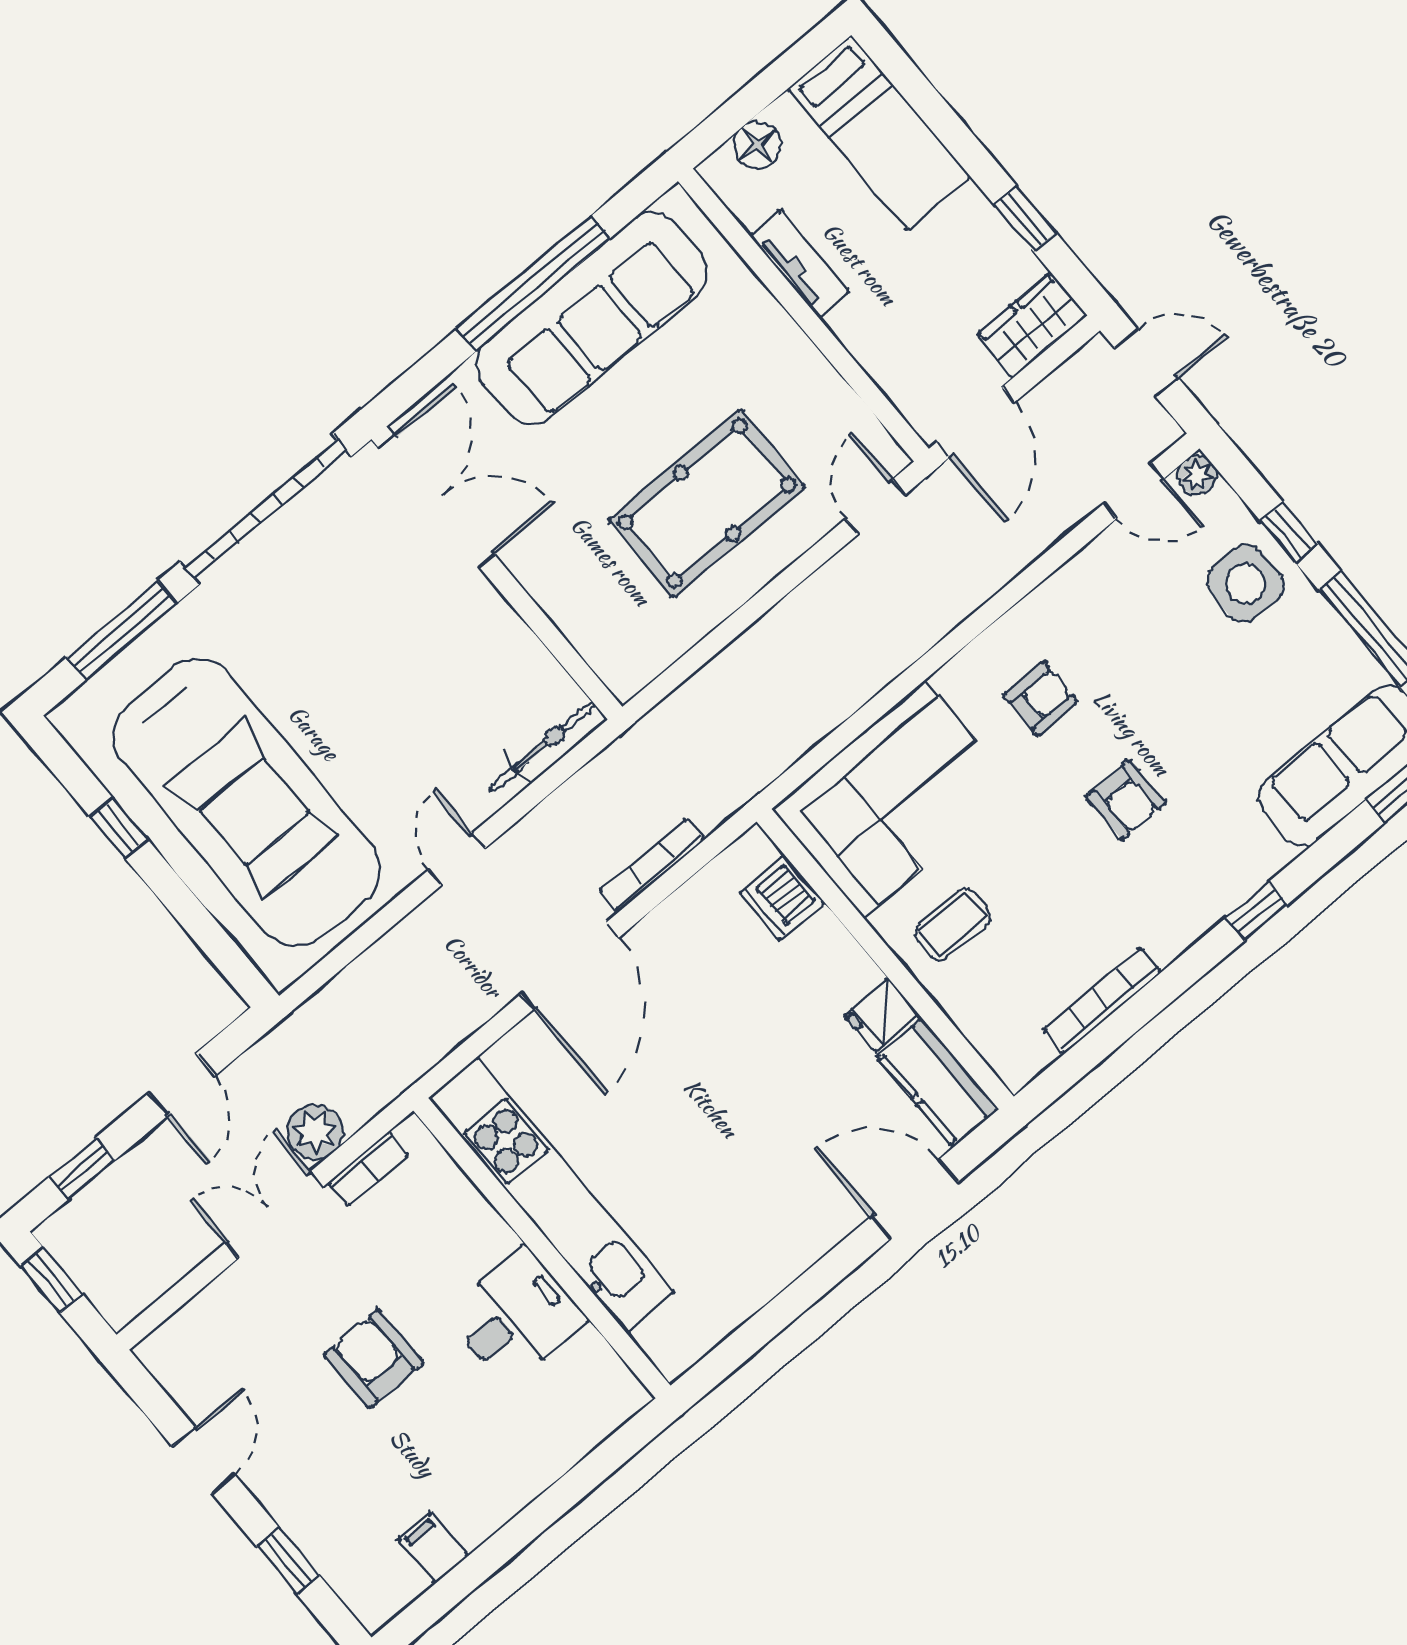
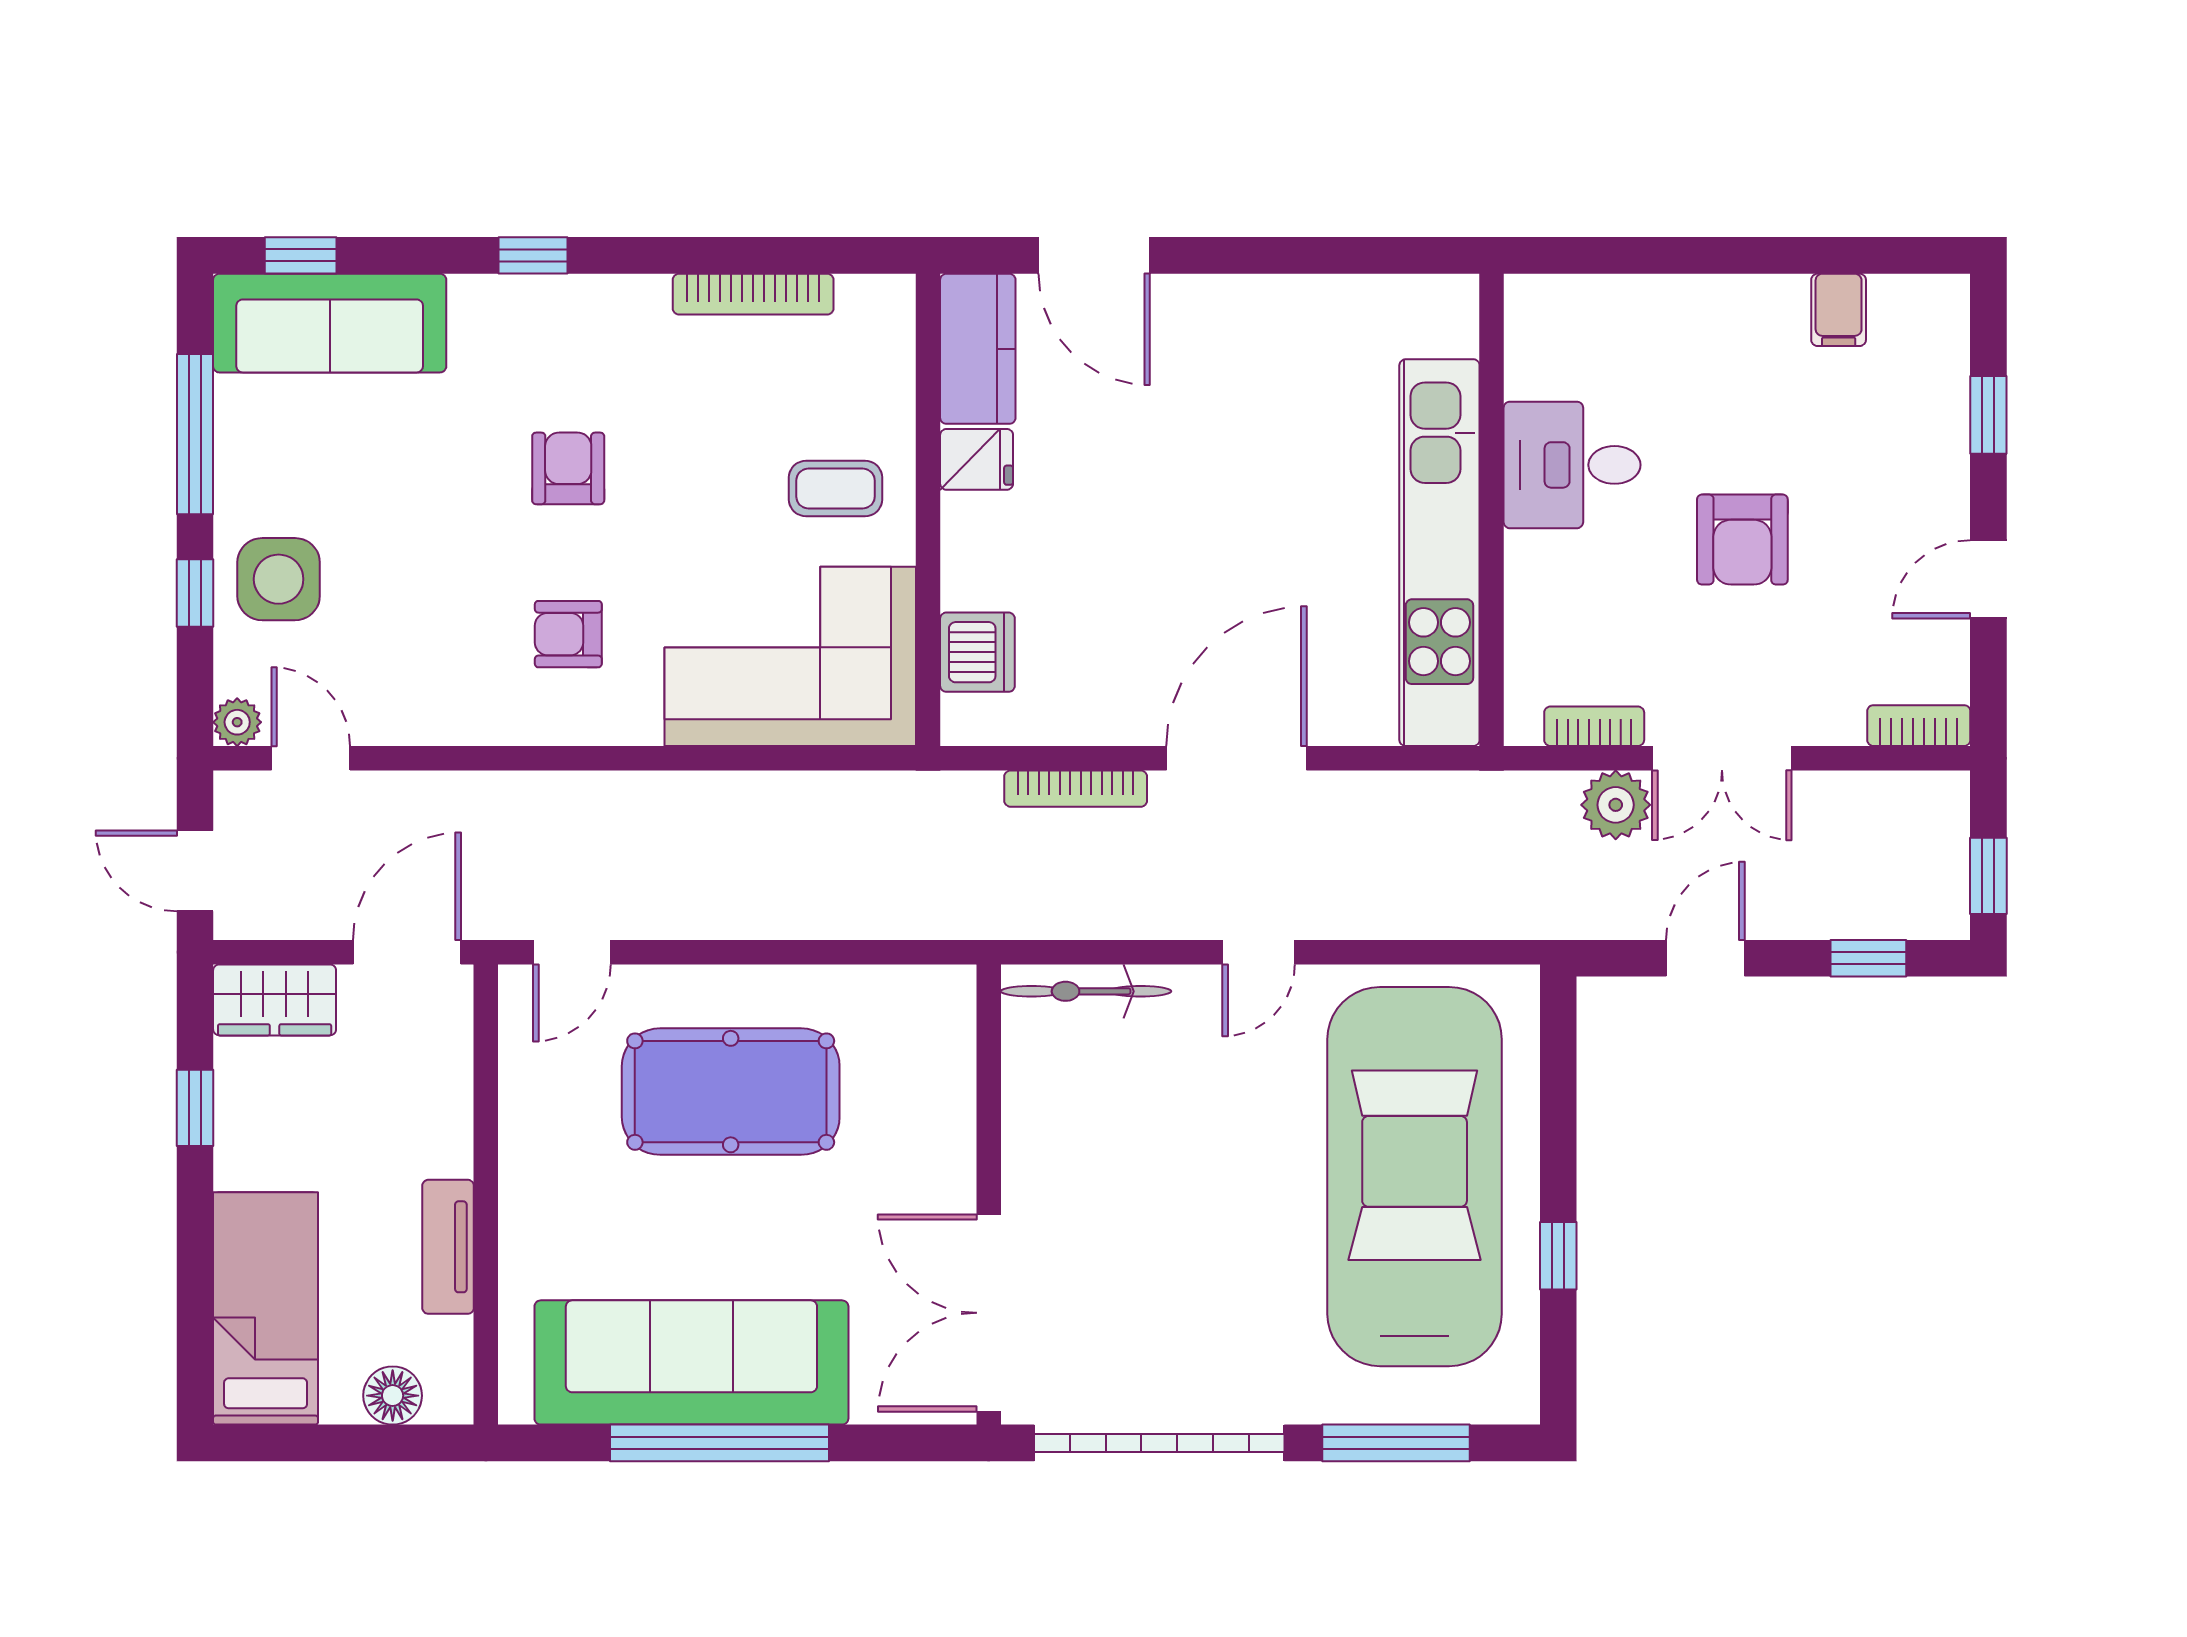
bookcase: (171, 1336) -> (1919, 726), added

